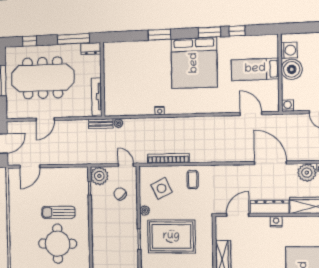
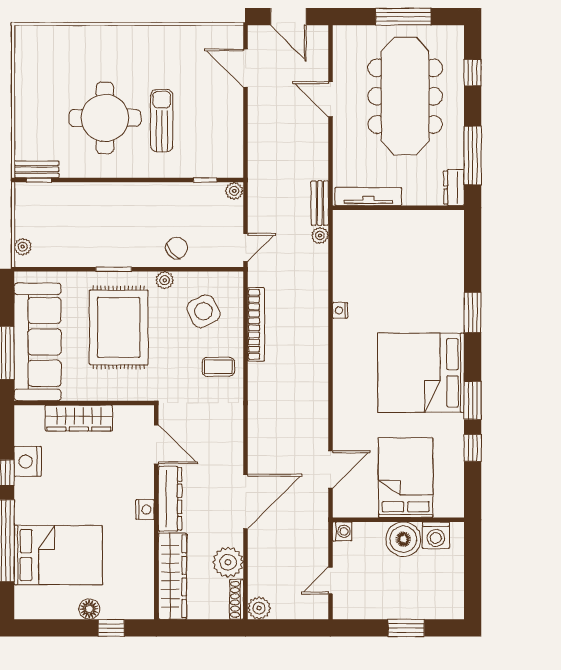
bed: (255, 69) -> (406, 478), width x1.50
plant: (99, 176) -> (234, 191), width x0.53, depth x0.53
chair: (120, 194) -> (177, 248), moved

